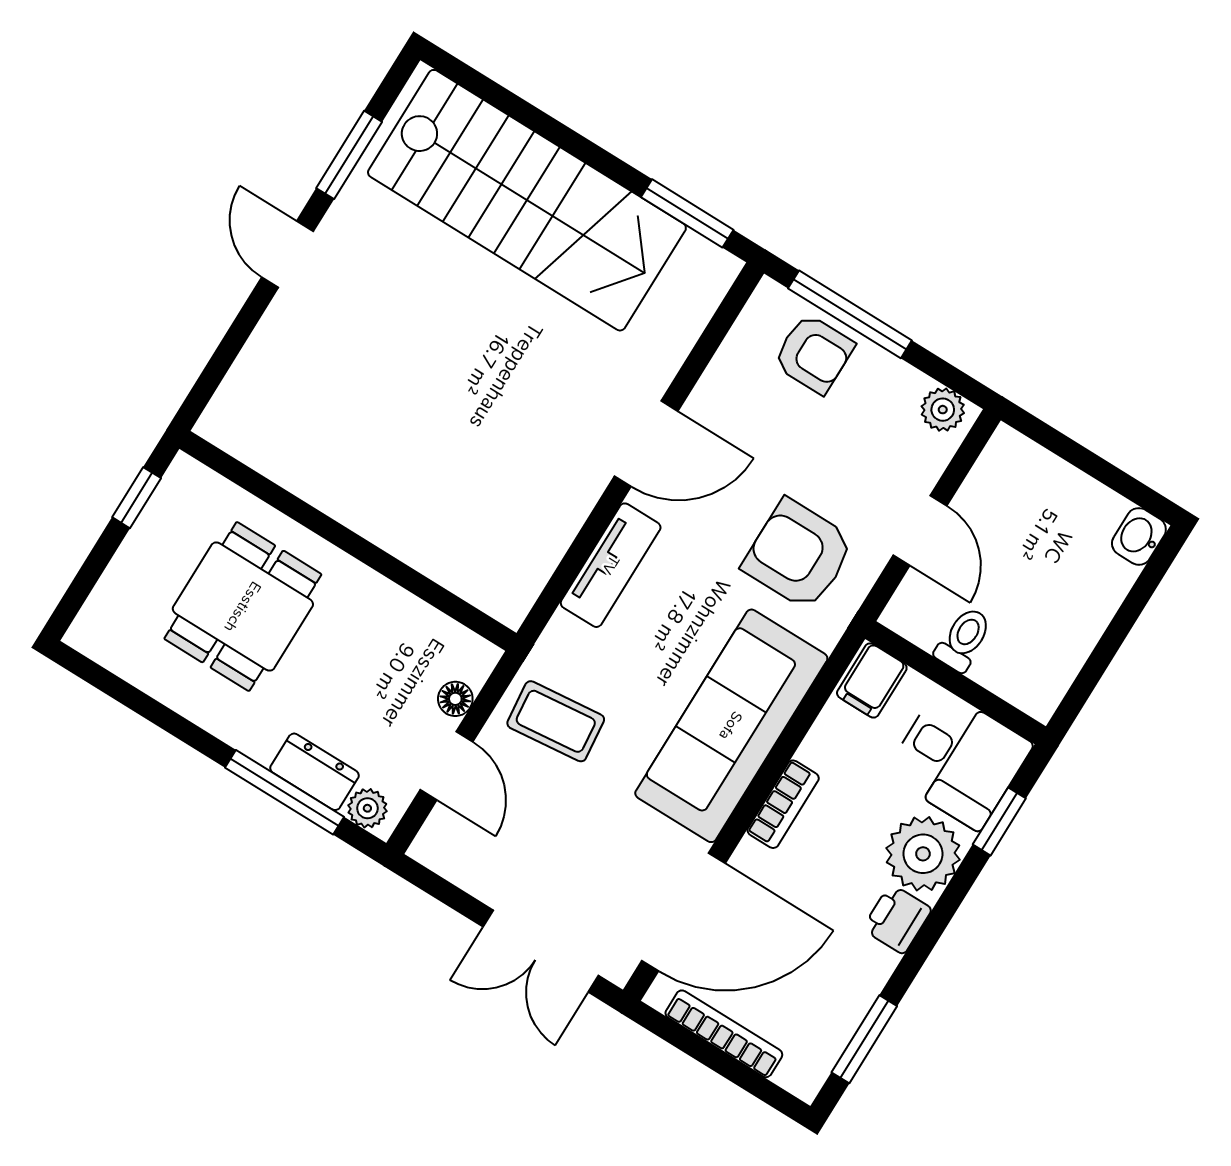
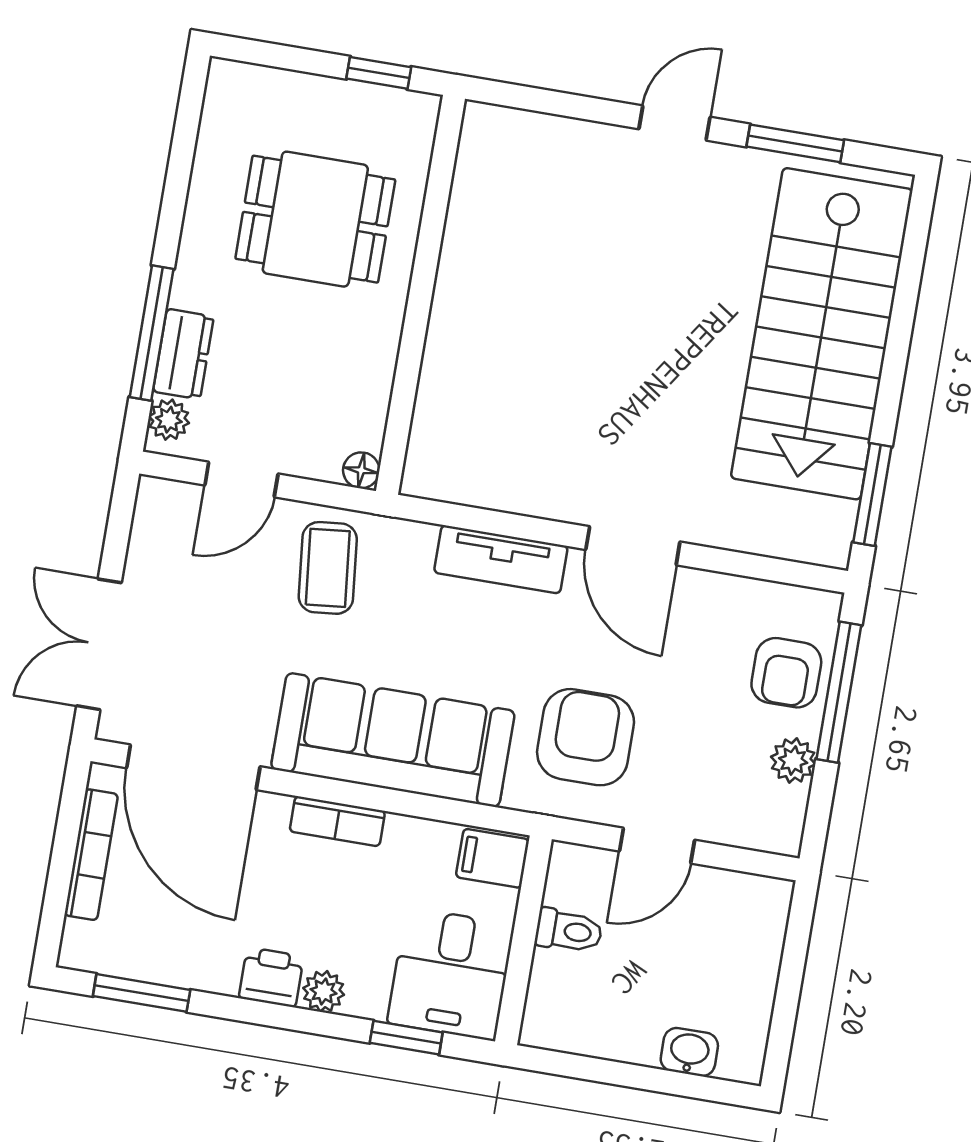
plant: (943, 410) -> (793, 761), moved
washbasin: (1139, 536) -> (689, 1052), moved
floor lamp: (455, 699) -> (361, 470), moved
plant: (923, 854) -> (324, 991), width x0.53, depth x0.53

